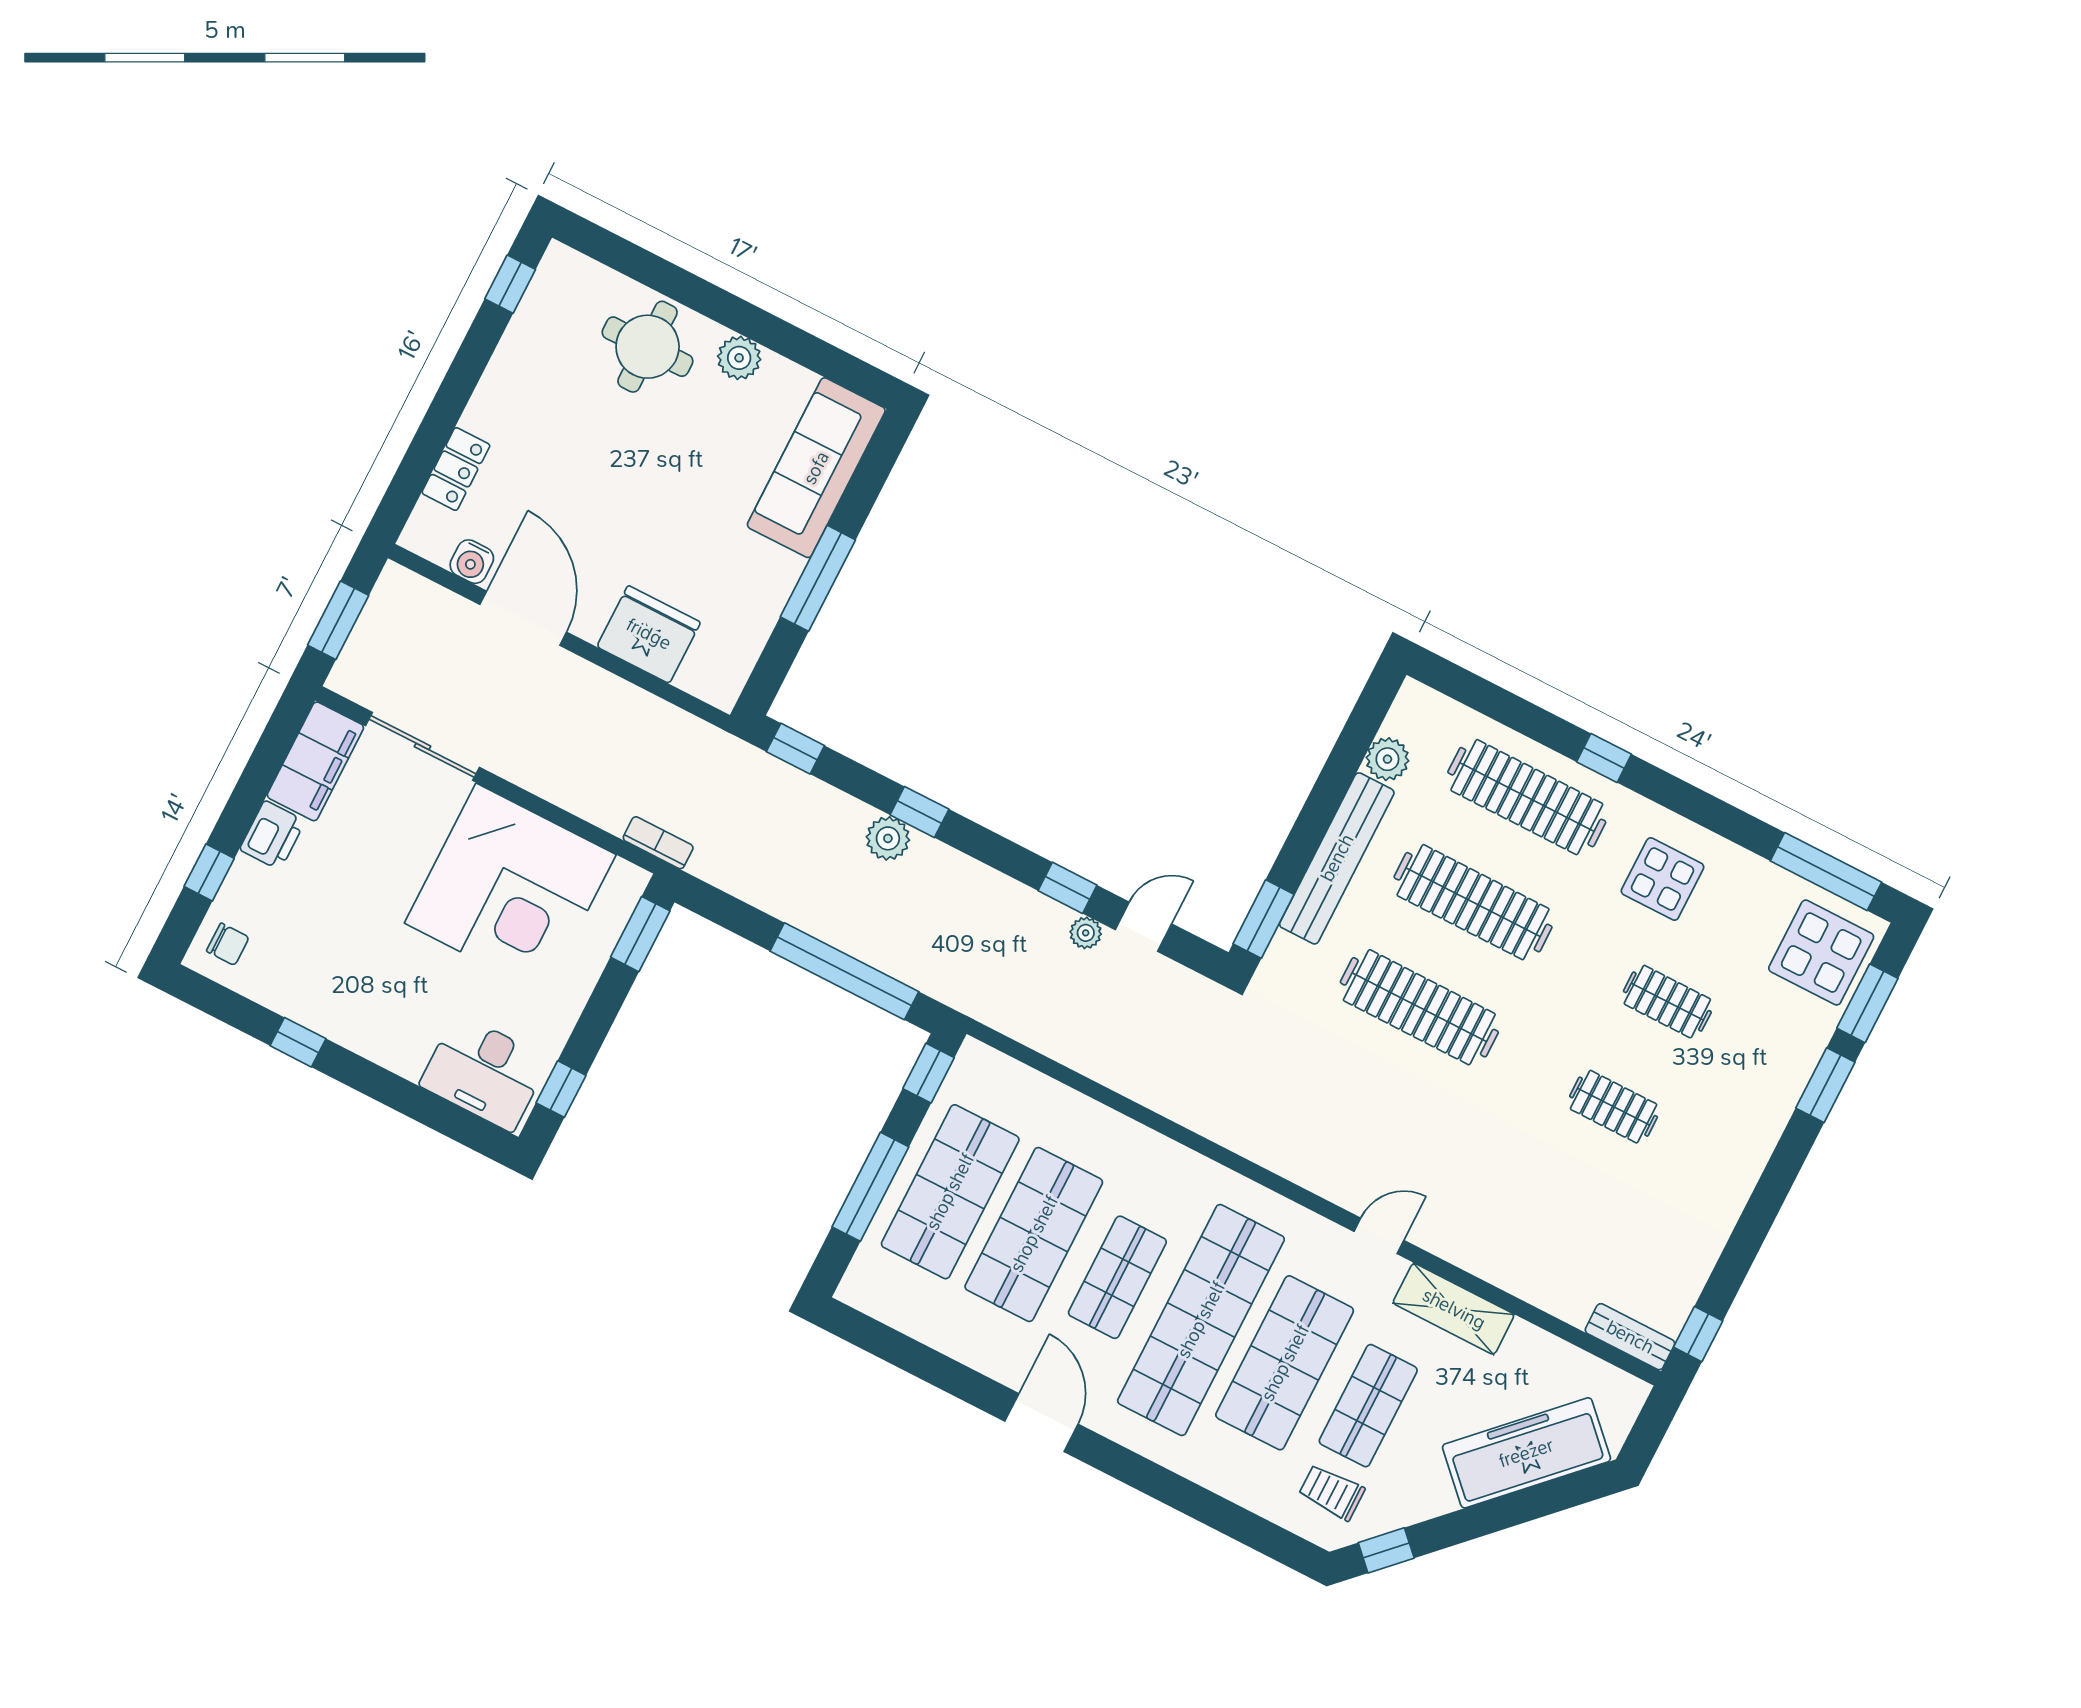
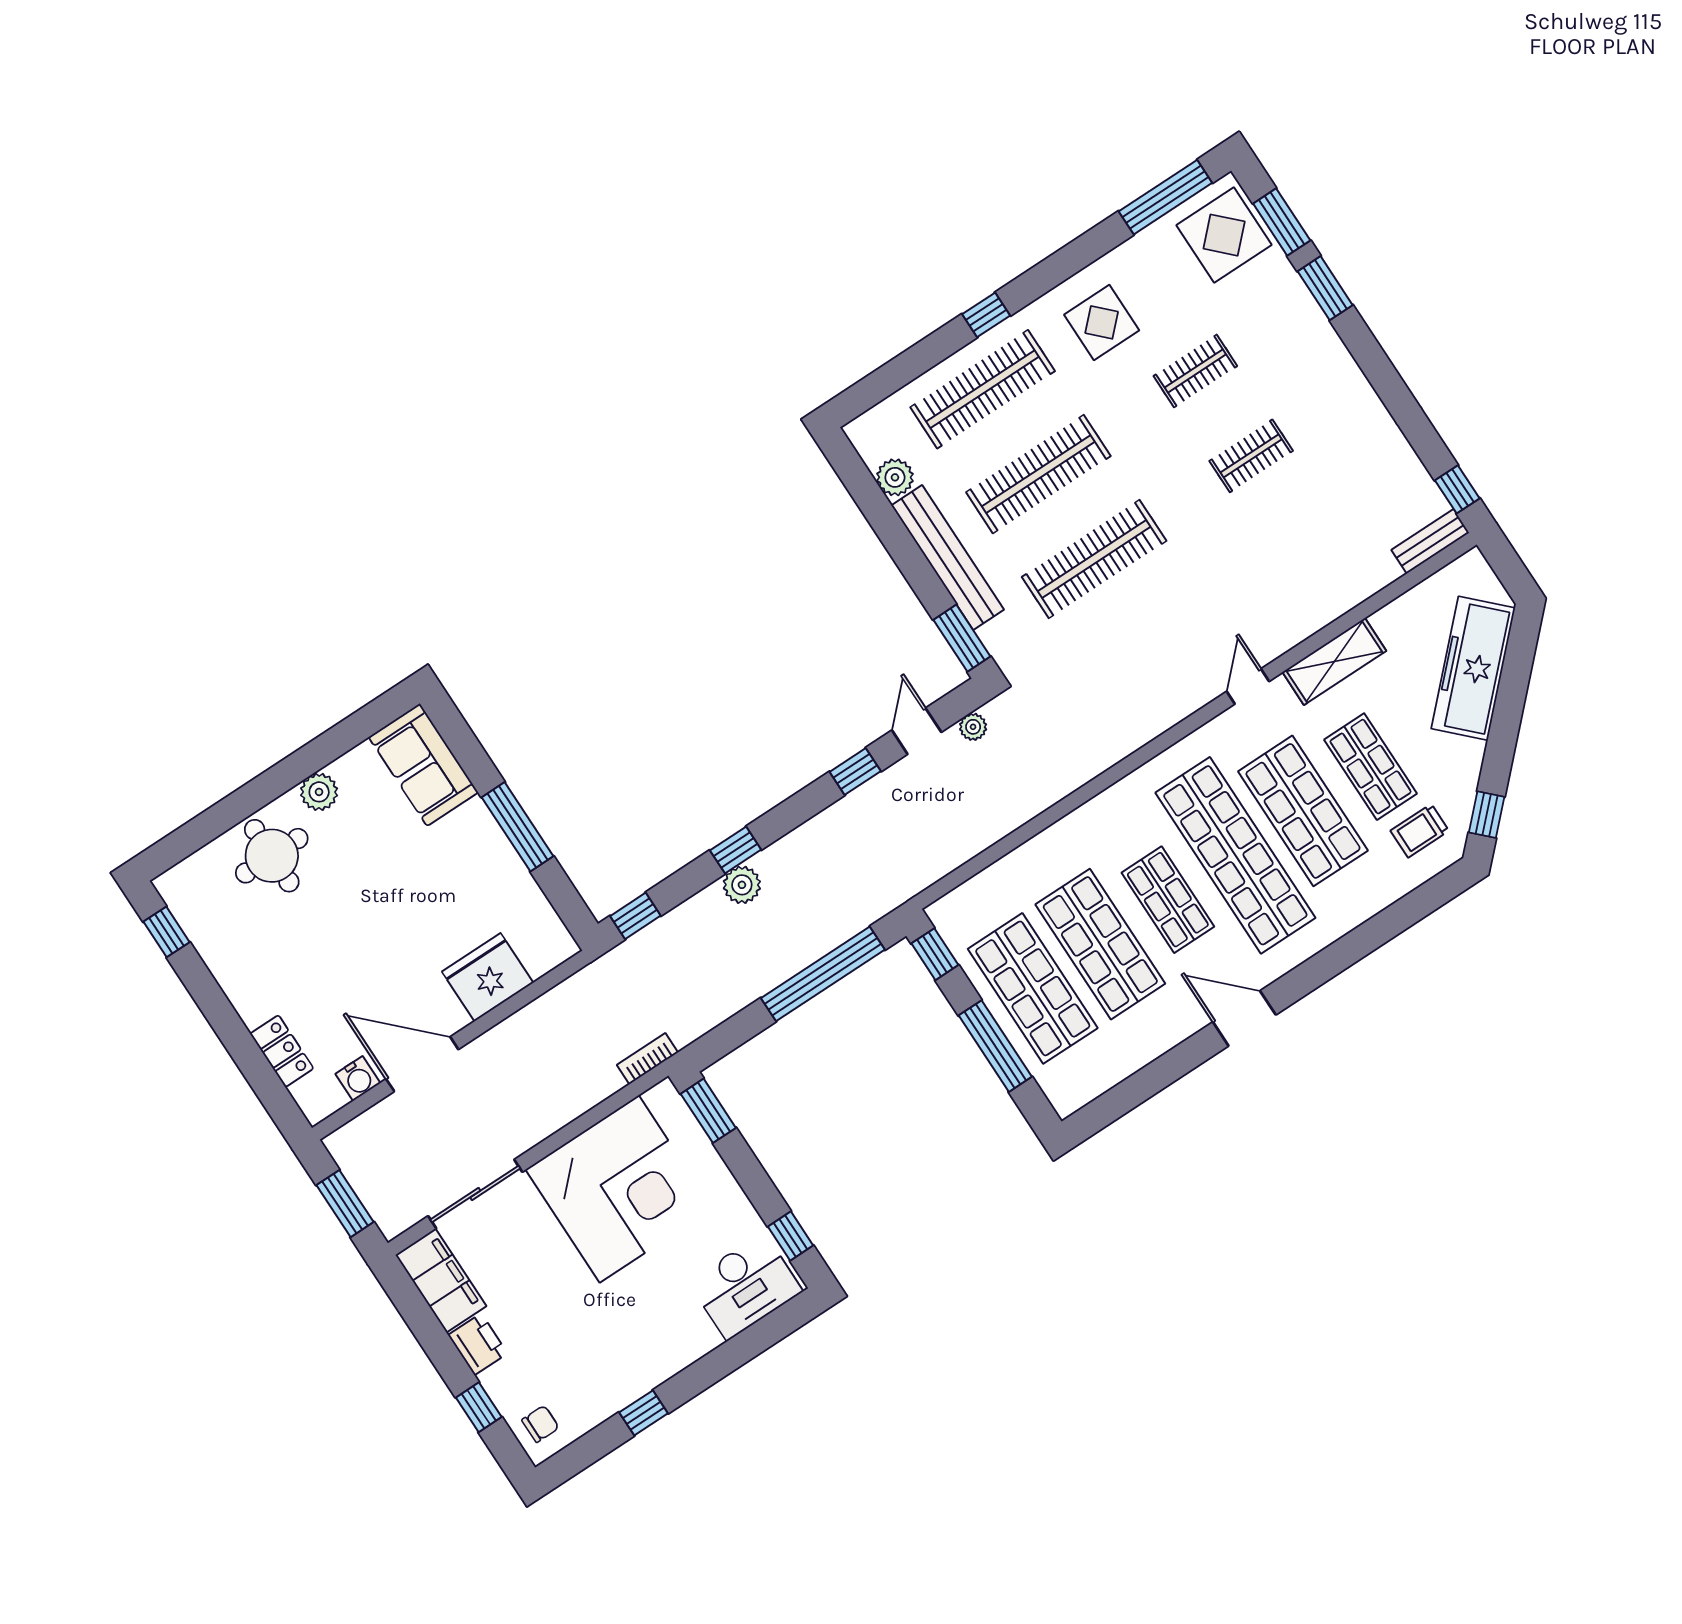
sofa: (816, 468) -> (423, 765), width x0.73
plant: (1086, 933) -> (973, 727), moved

